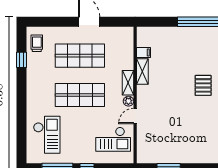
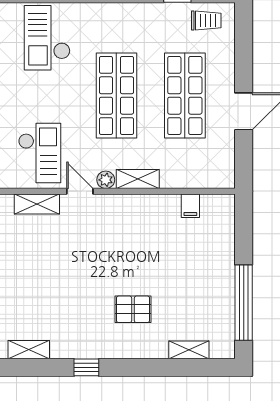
shelving: (142, 72) -> (37, 204), moved
checkout: (47, 135) -> (47, 38), turned 90
checkout: (113, 139) -> (40, 153), turned 180

